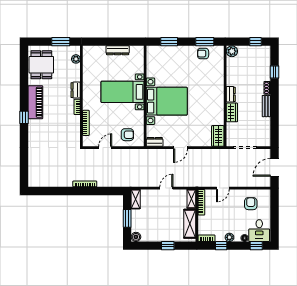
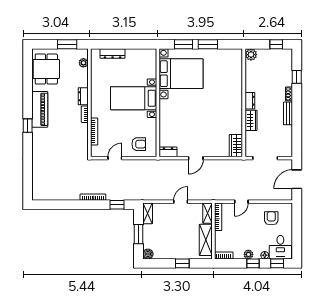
window: (205, 42) -> (208, 44), moved
dresser: (118, 50) -> (113, 53), moved
armchair: (203, 54) -> (220, 57), removed
bed with nightstands: (167, 101) -> (181, 74), moved
window: (107, 191) -> (117, 205), added
window: (221, 246) -> (253, 263), moved

